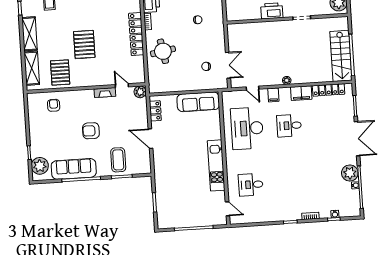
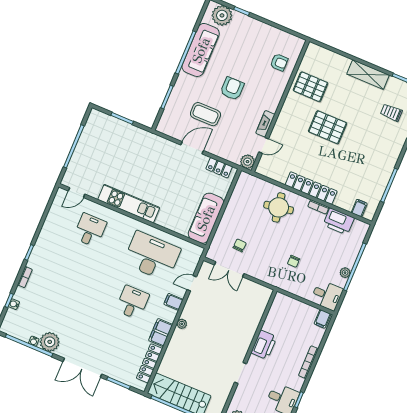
shelving: (32, 68) -> (330, 59), removed
coffee table: (118, 160) -> (205, 114), moved

